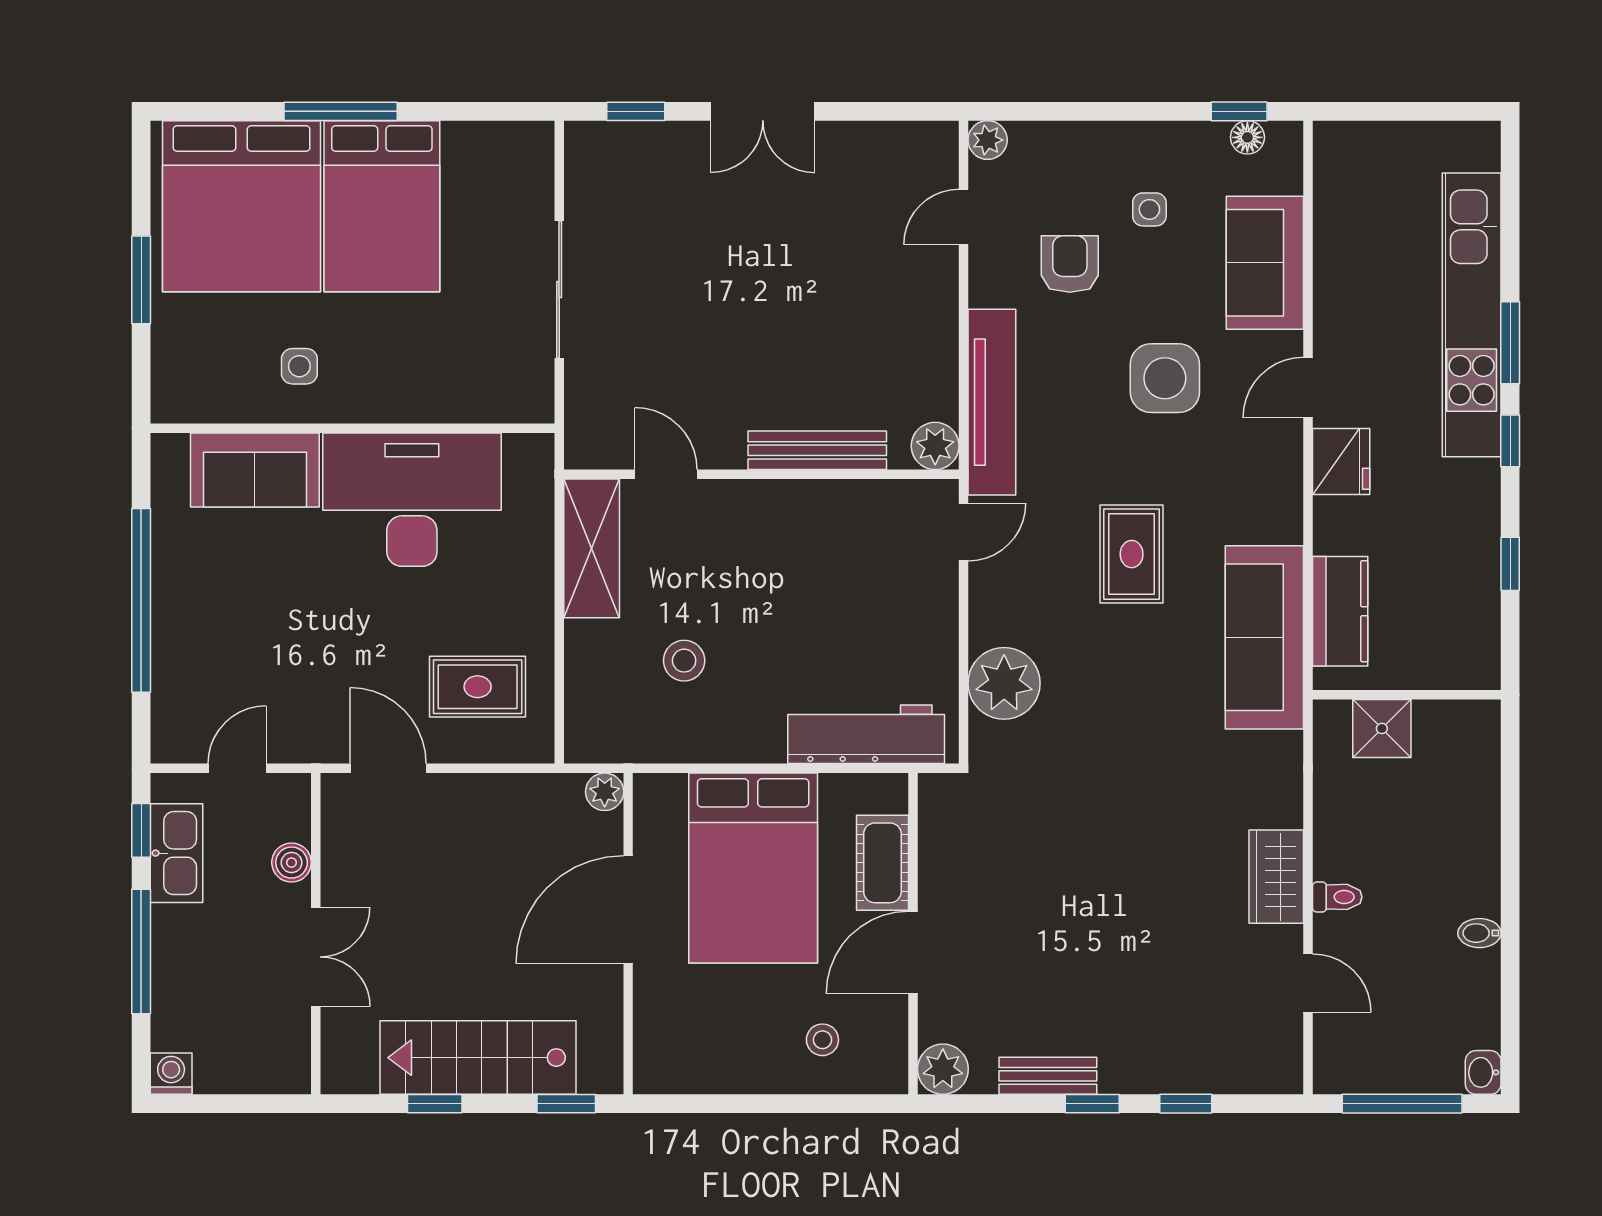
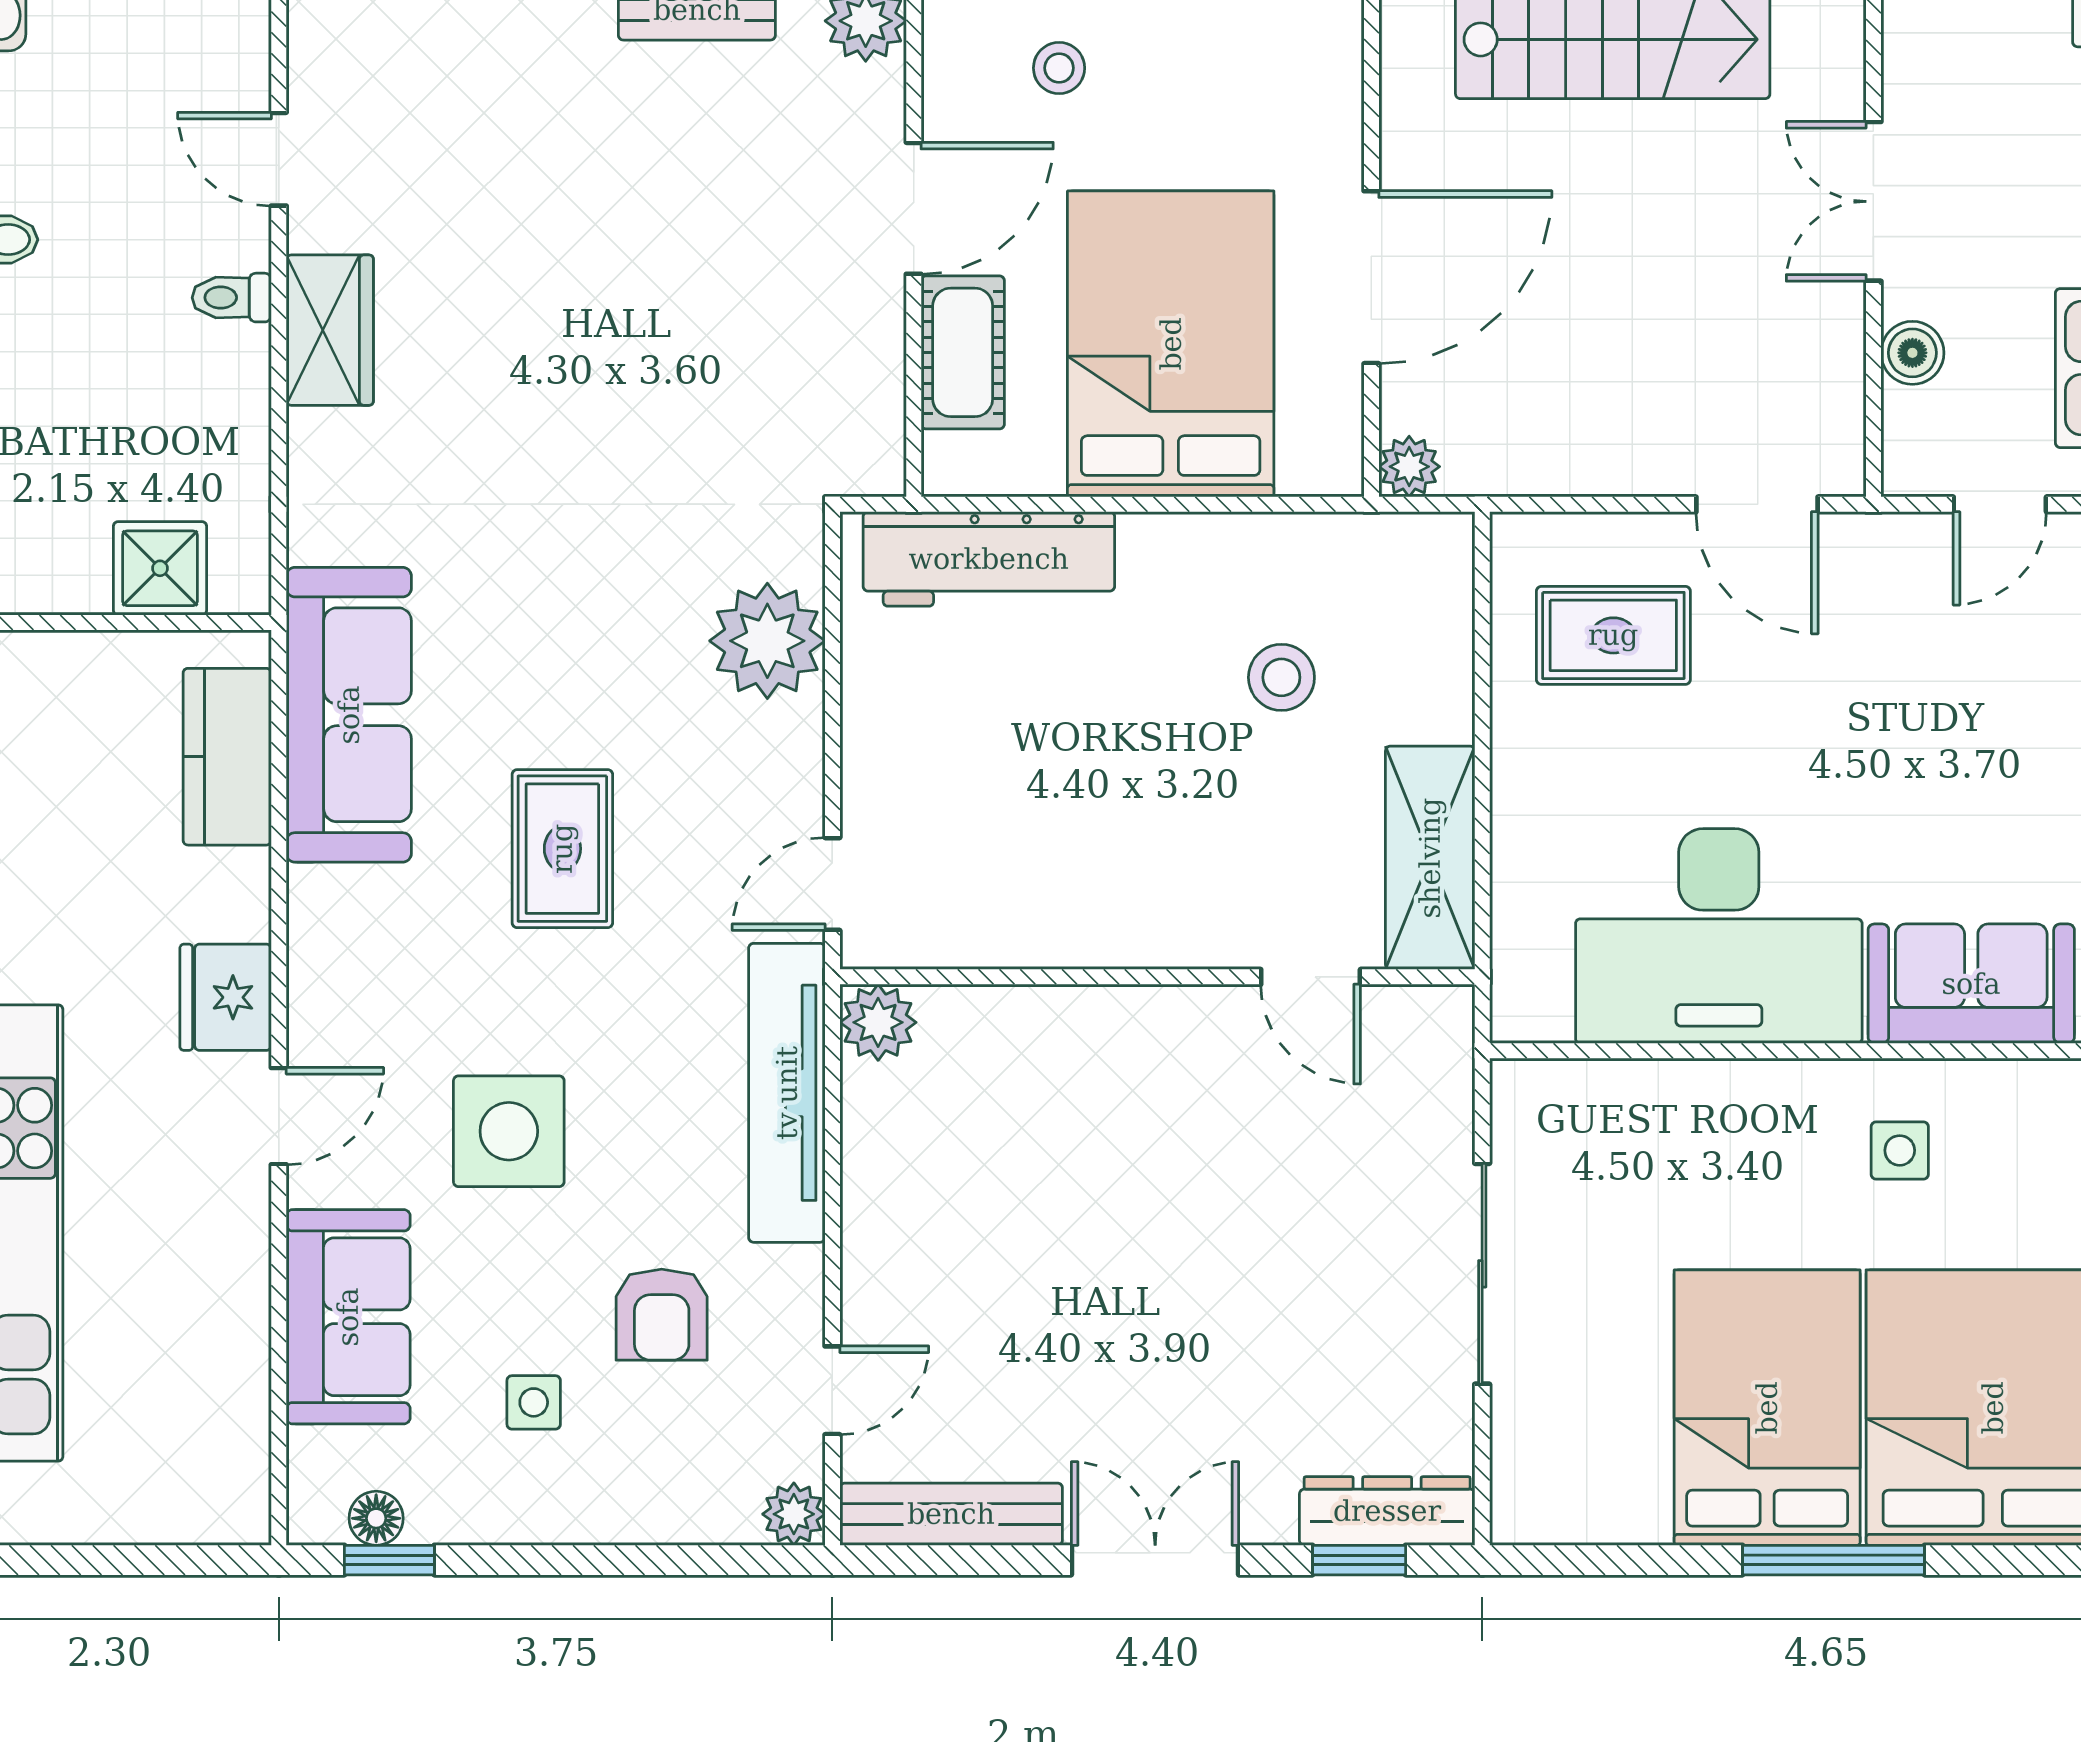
dresser: (618, 142) -> (1387, 1511), added
bench: (817, 450) -> (951, 1514), moved

